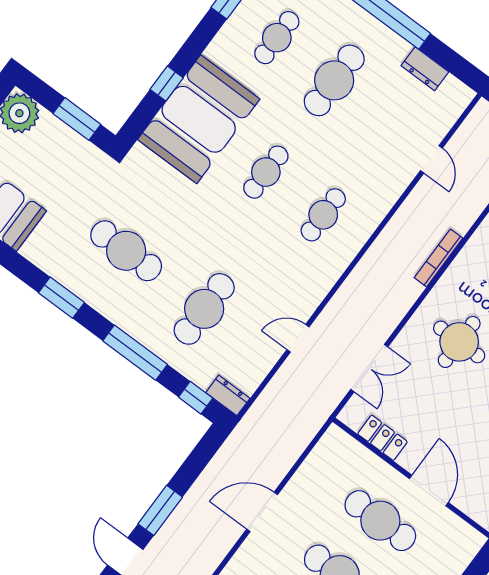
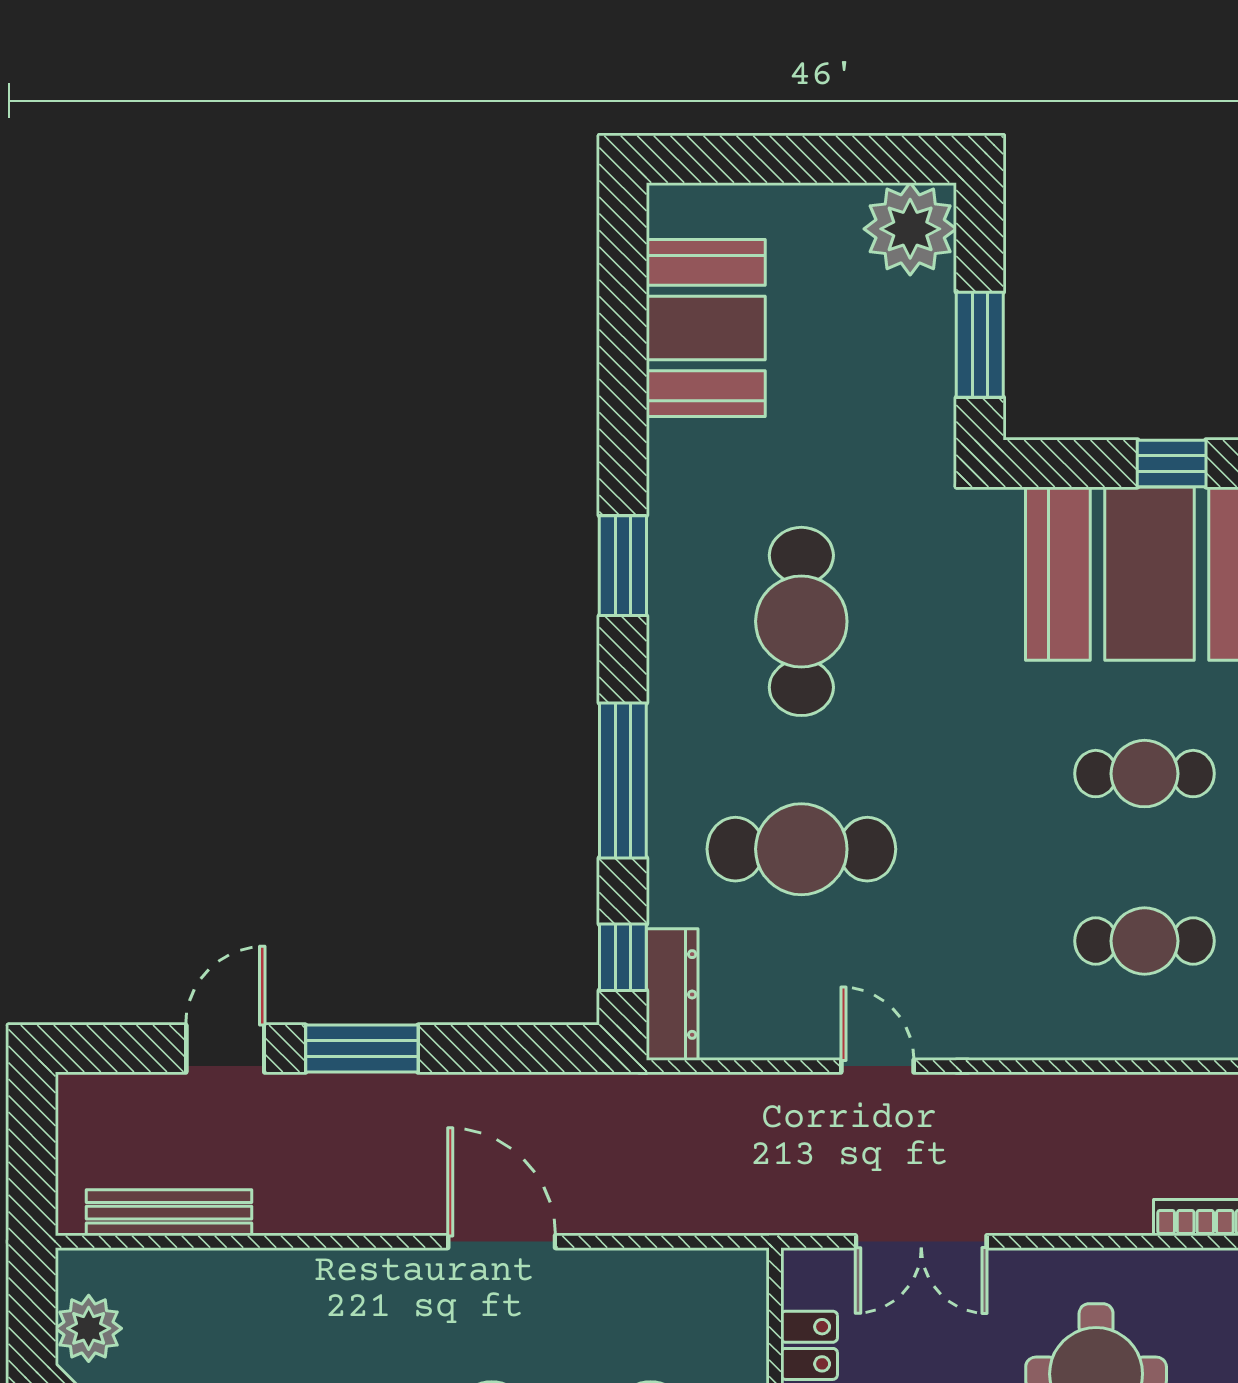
dresser: (228, 395) -> (672, 994), width x1.44

